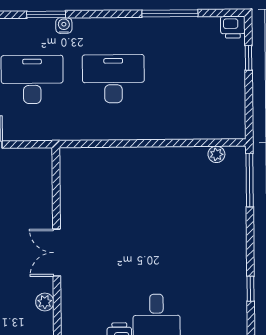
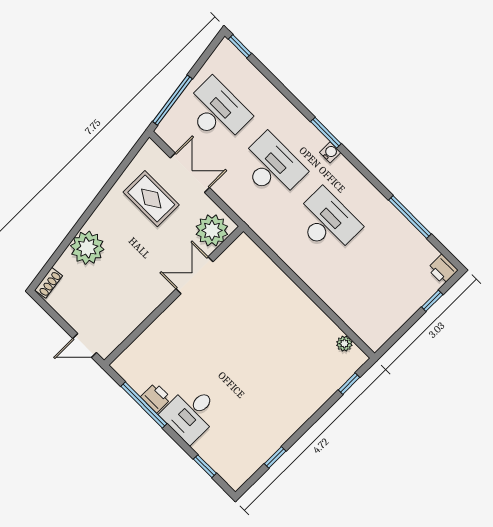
window: (250, 180) -> (349, 384), width x0.46
double door: (57, 253) -> (194, 275), moved
plant: (45, 302) -> (212, 230), moved, width x1.87, depth x1.87

